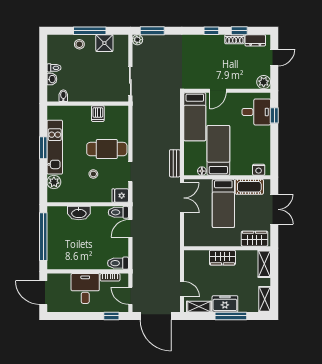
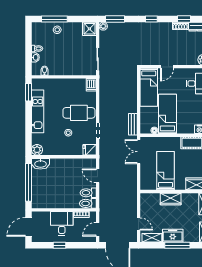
window: (90, 31) -> (54, 19), moved
window: (211, 31) -> (151, 19), moved
shower: (104, 43) -> (89, 29), moved
dishwasher: (98, 114) -> (91, 85), moved
window: (43, 148) -> (29, 92), moved
plant: (54, 182) -> (37, 150), moved
double door: (182, 198) -> (139, 152), swing flipped
bed: (223, 203) -> (166, 171), moved, turned 180
toilet: (118, 212) -> (88, 193), moved
washbasin: (79, 213) -> (40, 164), moved
door: (130, 228) -> (98, 176), hinge flipped
door: (43, 293) -> (29, 227), hinge flipped
door: (130, 296) -> (98, 229), hinge flipped
window: (111, 316) -> (59, 245), moved

